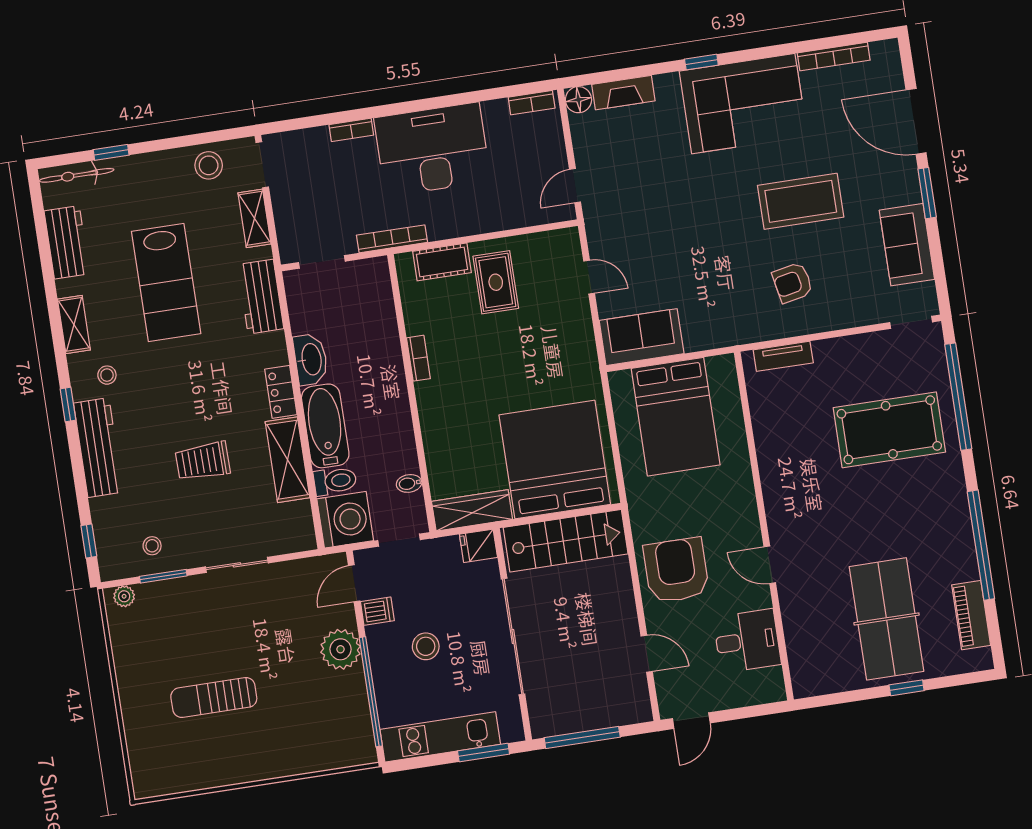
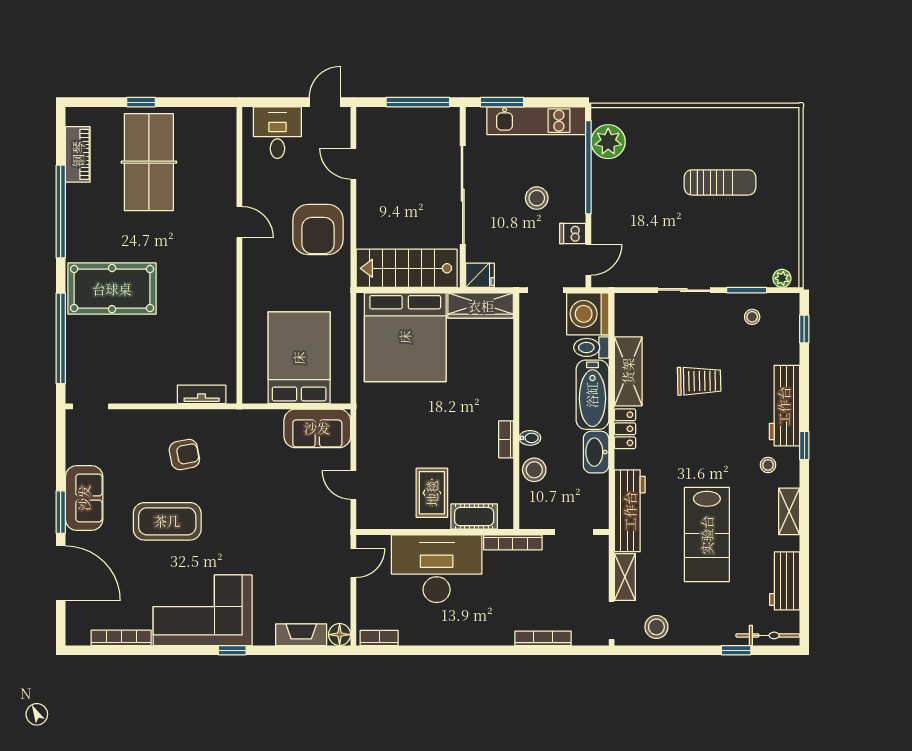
bookcase: (351, 130) -> (543, 638), width x1.56
desk: (432, 149) -> (437, 569), moved, turned 180
sofa: (907, 245) -> (84, 498), moved
lab bench: (166, 283) -> (707, 535), turned 180
workbench: (261, 297) -> (630, 511), width x1.38
stool: (380, 328) -> (534, 470), added
pool table: (889, 430) -> (112, 289), moved
bidet: (409, 483) -> (530, 438), moved
desk: (747, 641) -> (277, 133), moved, turned 90
plant: (341, 649) -> (608, 142), moved

